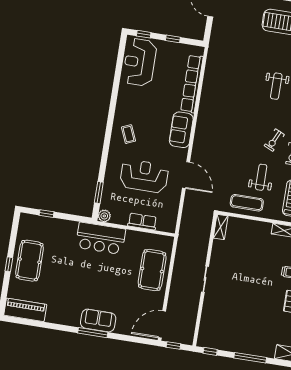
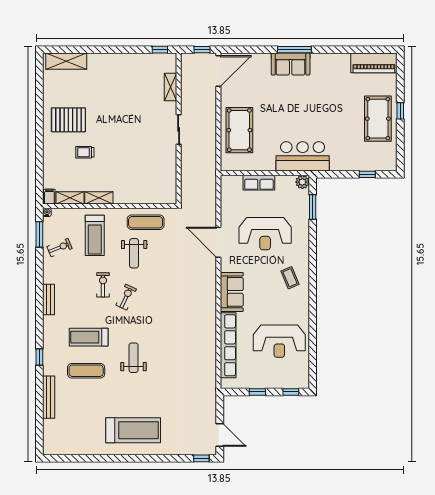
reception desk: (140, 62) -> (279, 341), moved, turned 90
shelving: (221, 227) -> (170, 87), moved
window: (250, 358) -> (114, 50), removed

